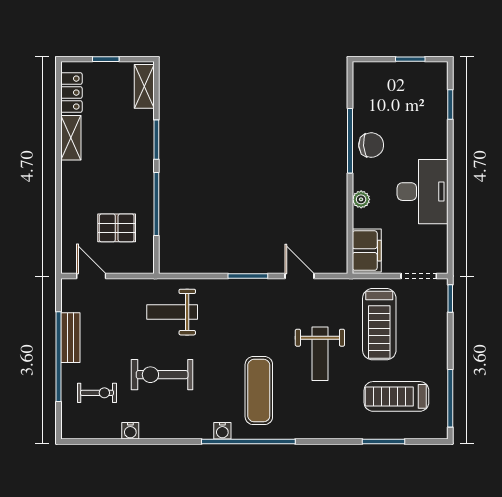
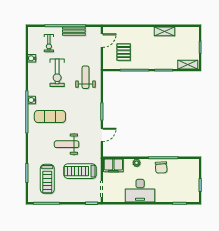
locker: (71, 93) -> (185, 32), removed
exercise bike: (162, 375) -> (57, 73), turned 180
treadmill: (396, 396) -> (47, 179), turned 180

